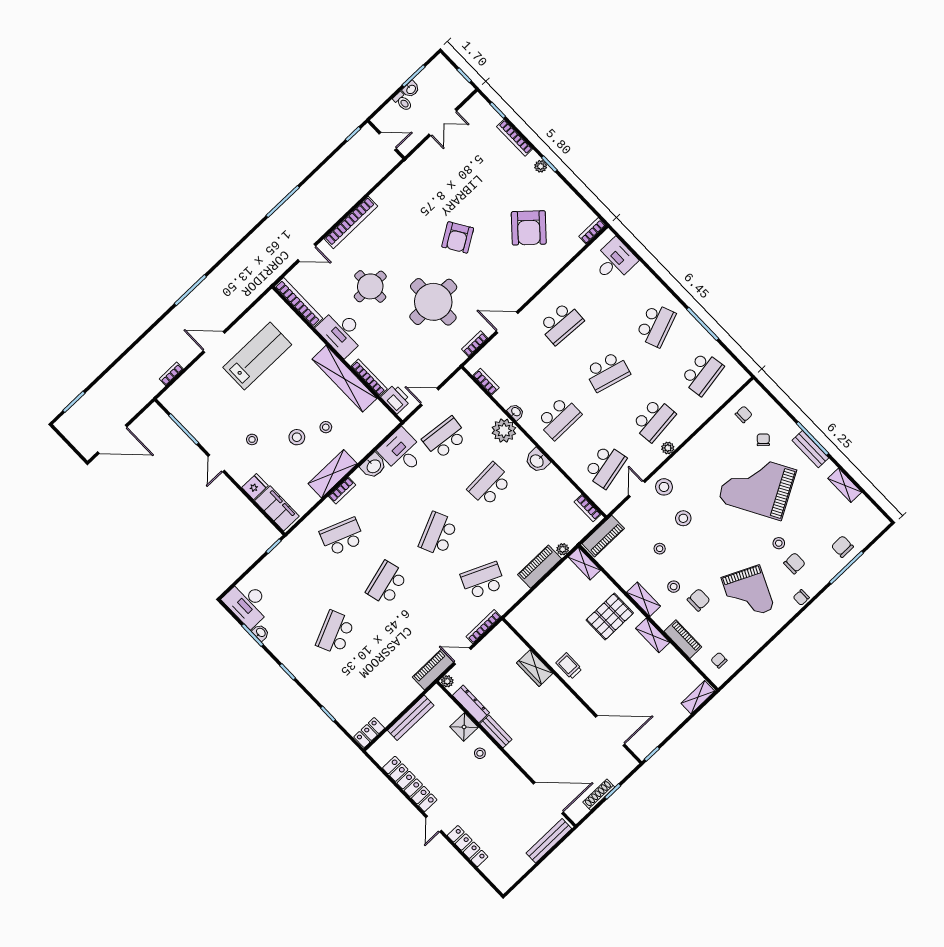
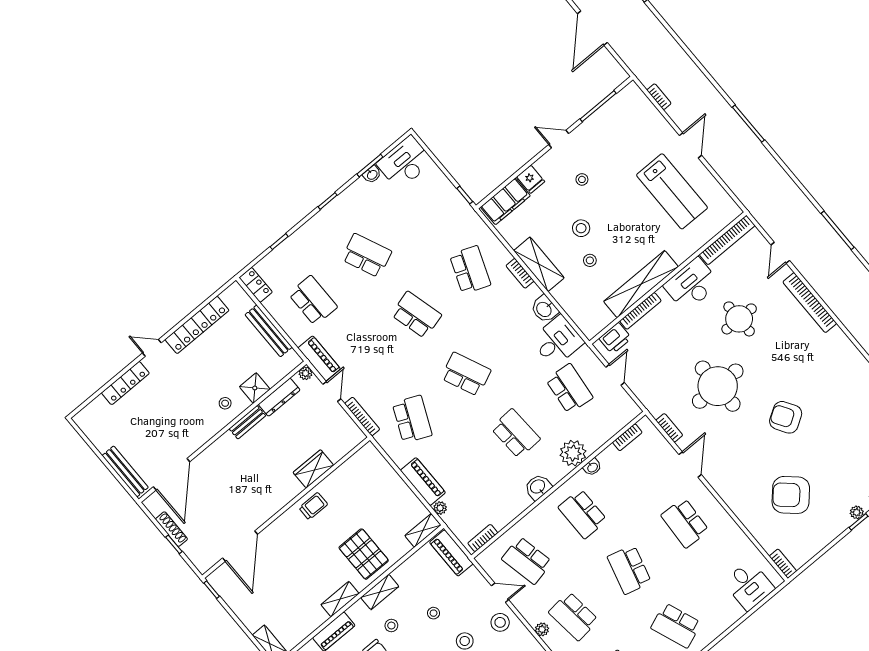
school desk: (380, 679) -> (313, 300), added

